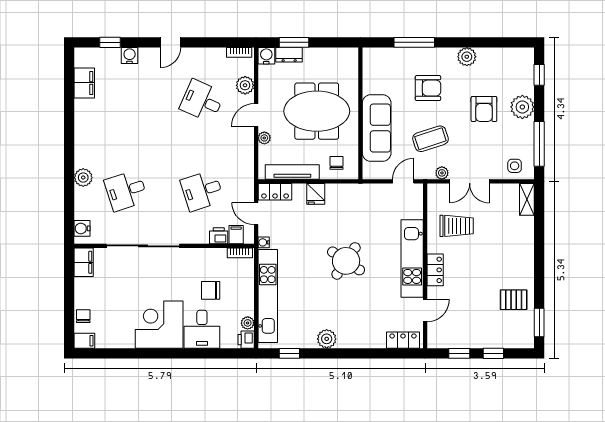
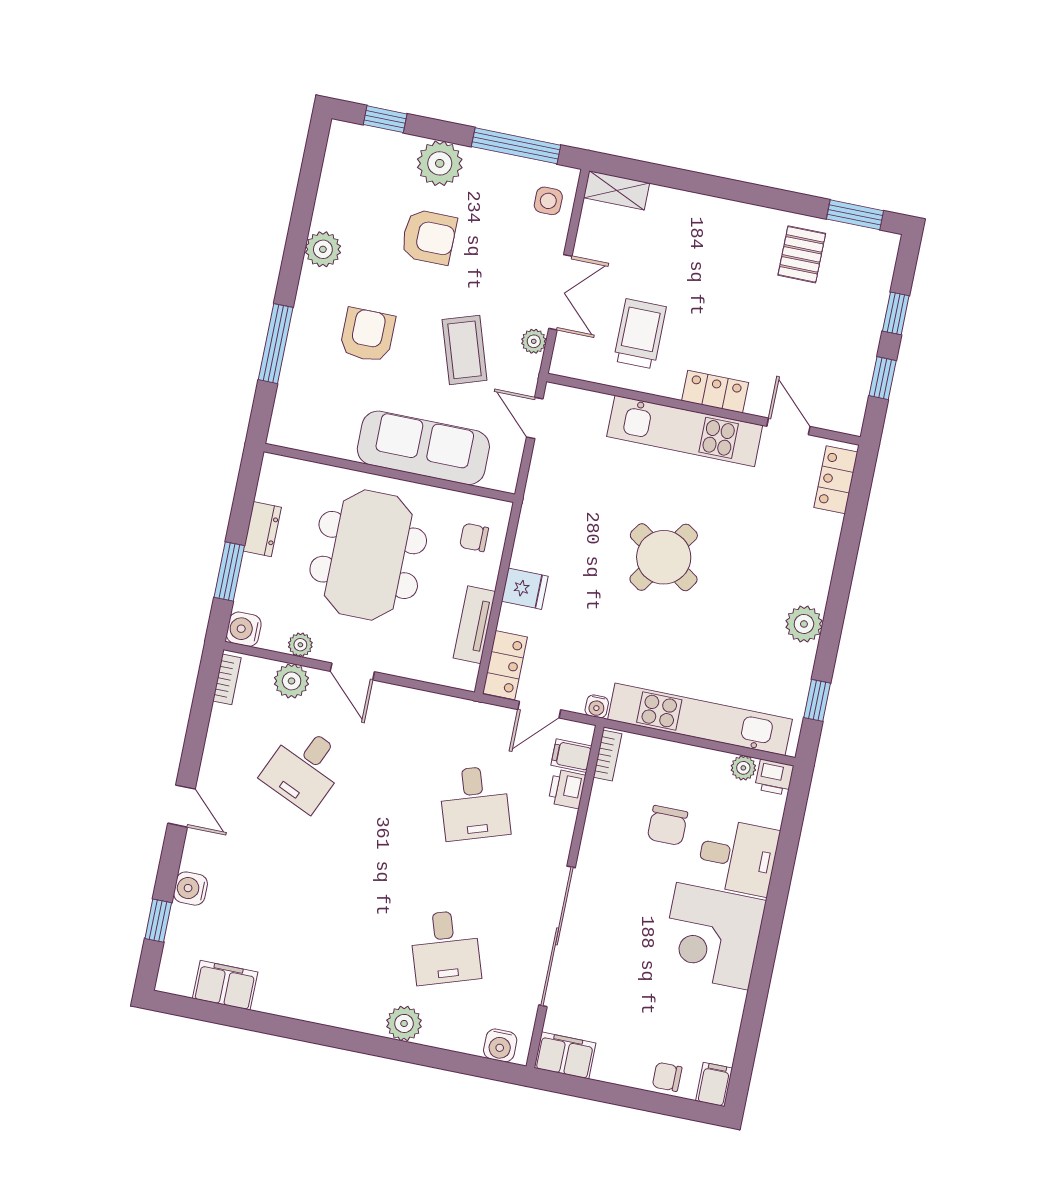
dresser: (289, 55) -> (262, 529), moved
plant: (264, 138) -> (300, 645), moved
tv unit: (292, 172) -> (474, 625), width x0.71

